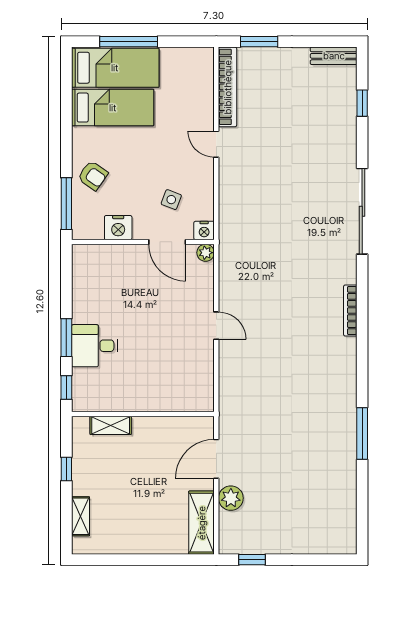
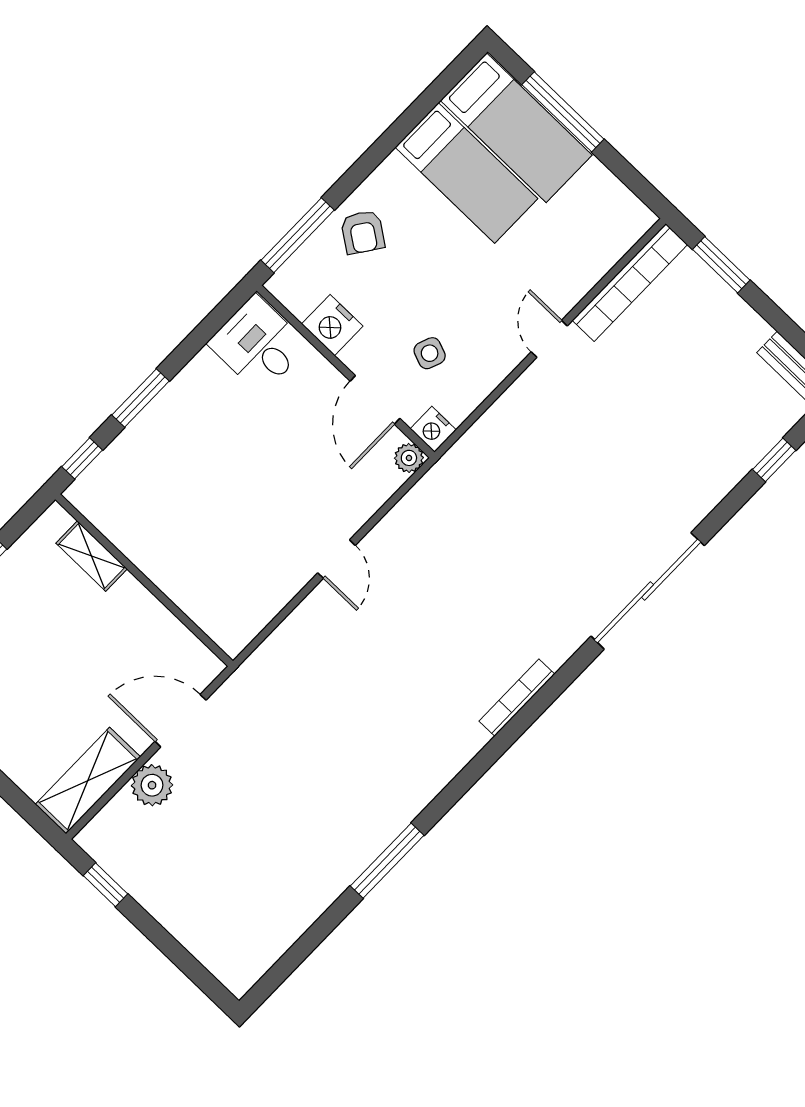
desk: (95, 346) -> (258, 344), moved

